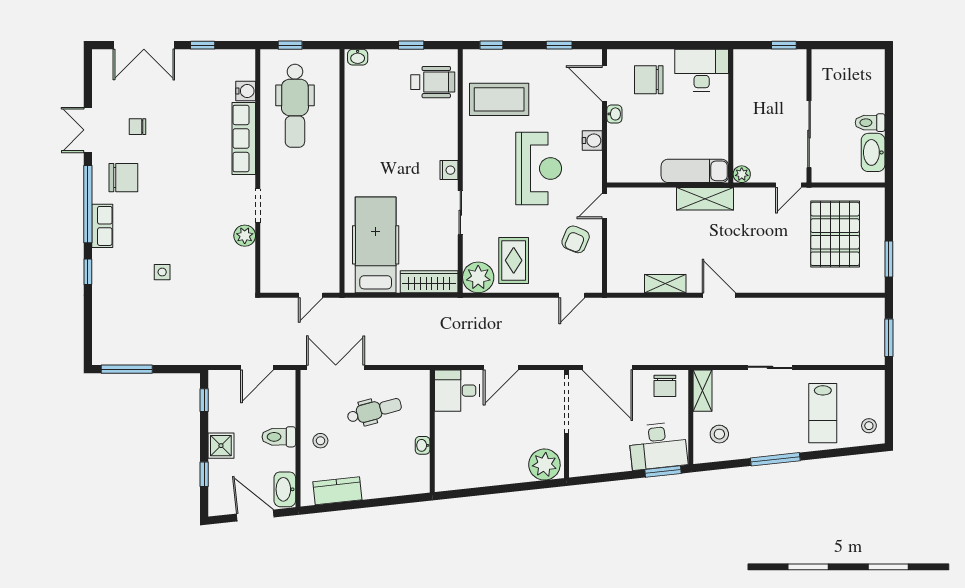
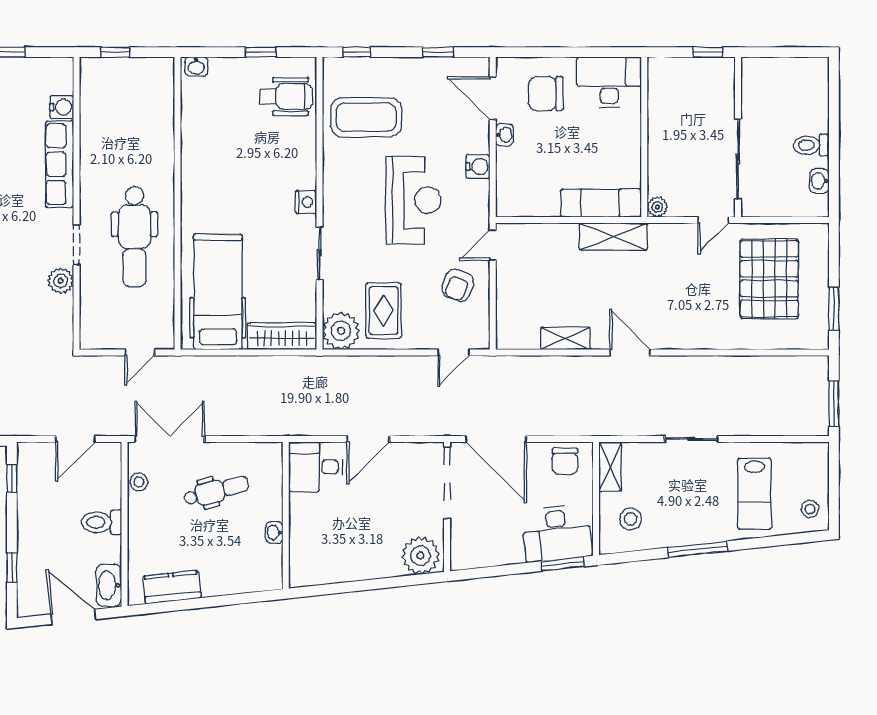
dental chair: (295, 106) -> (134, 237), moved
washbasin: (873, 152) -> (819, 181), width x0.52, depth x0.69
stool: (320, 441) -> (139, 482), moved
shower: (221, 446) -> (32, 533), removed

